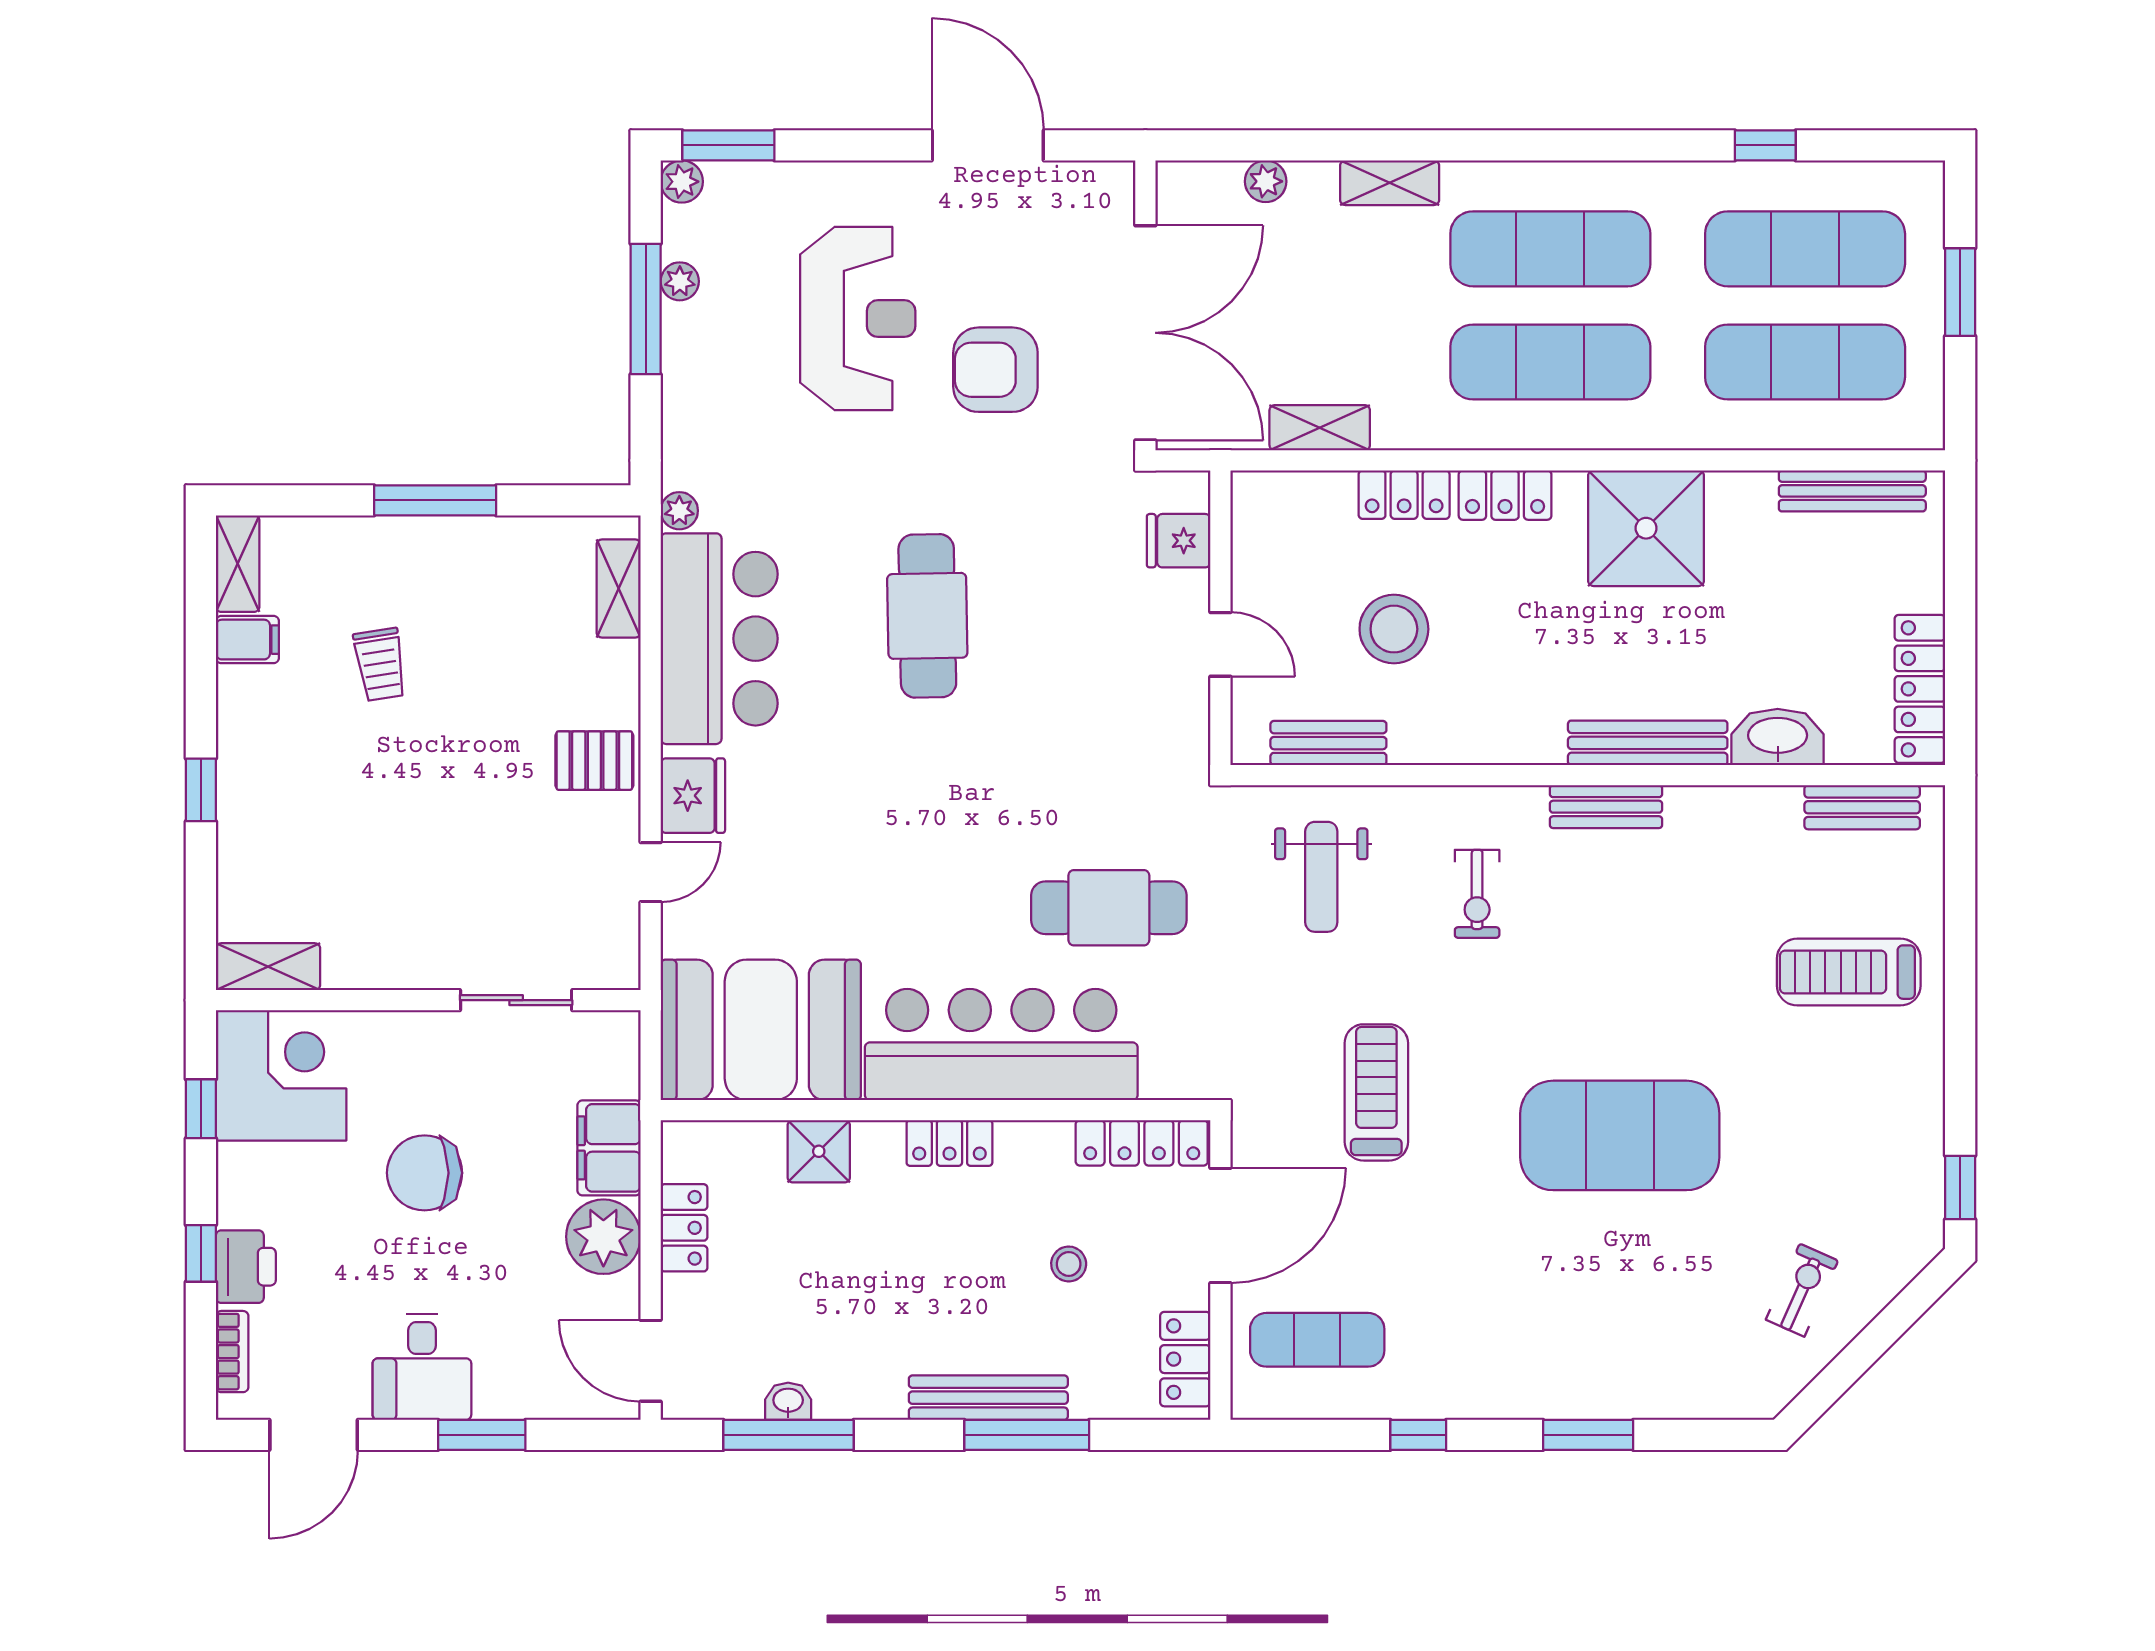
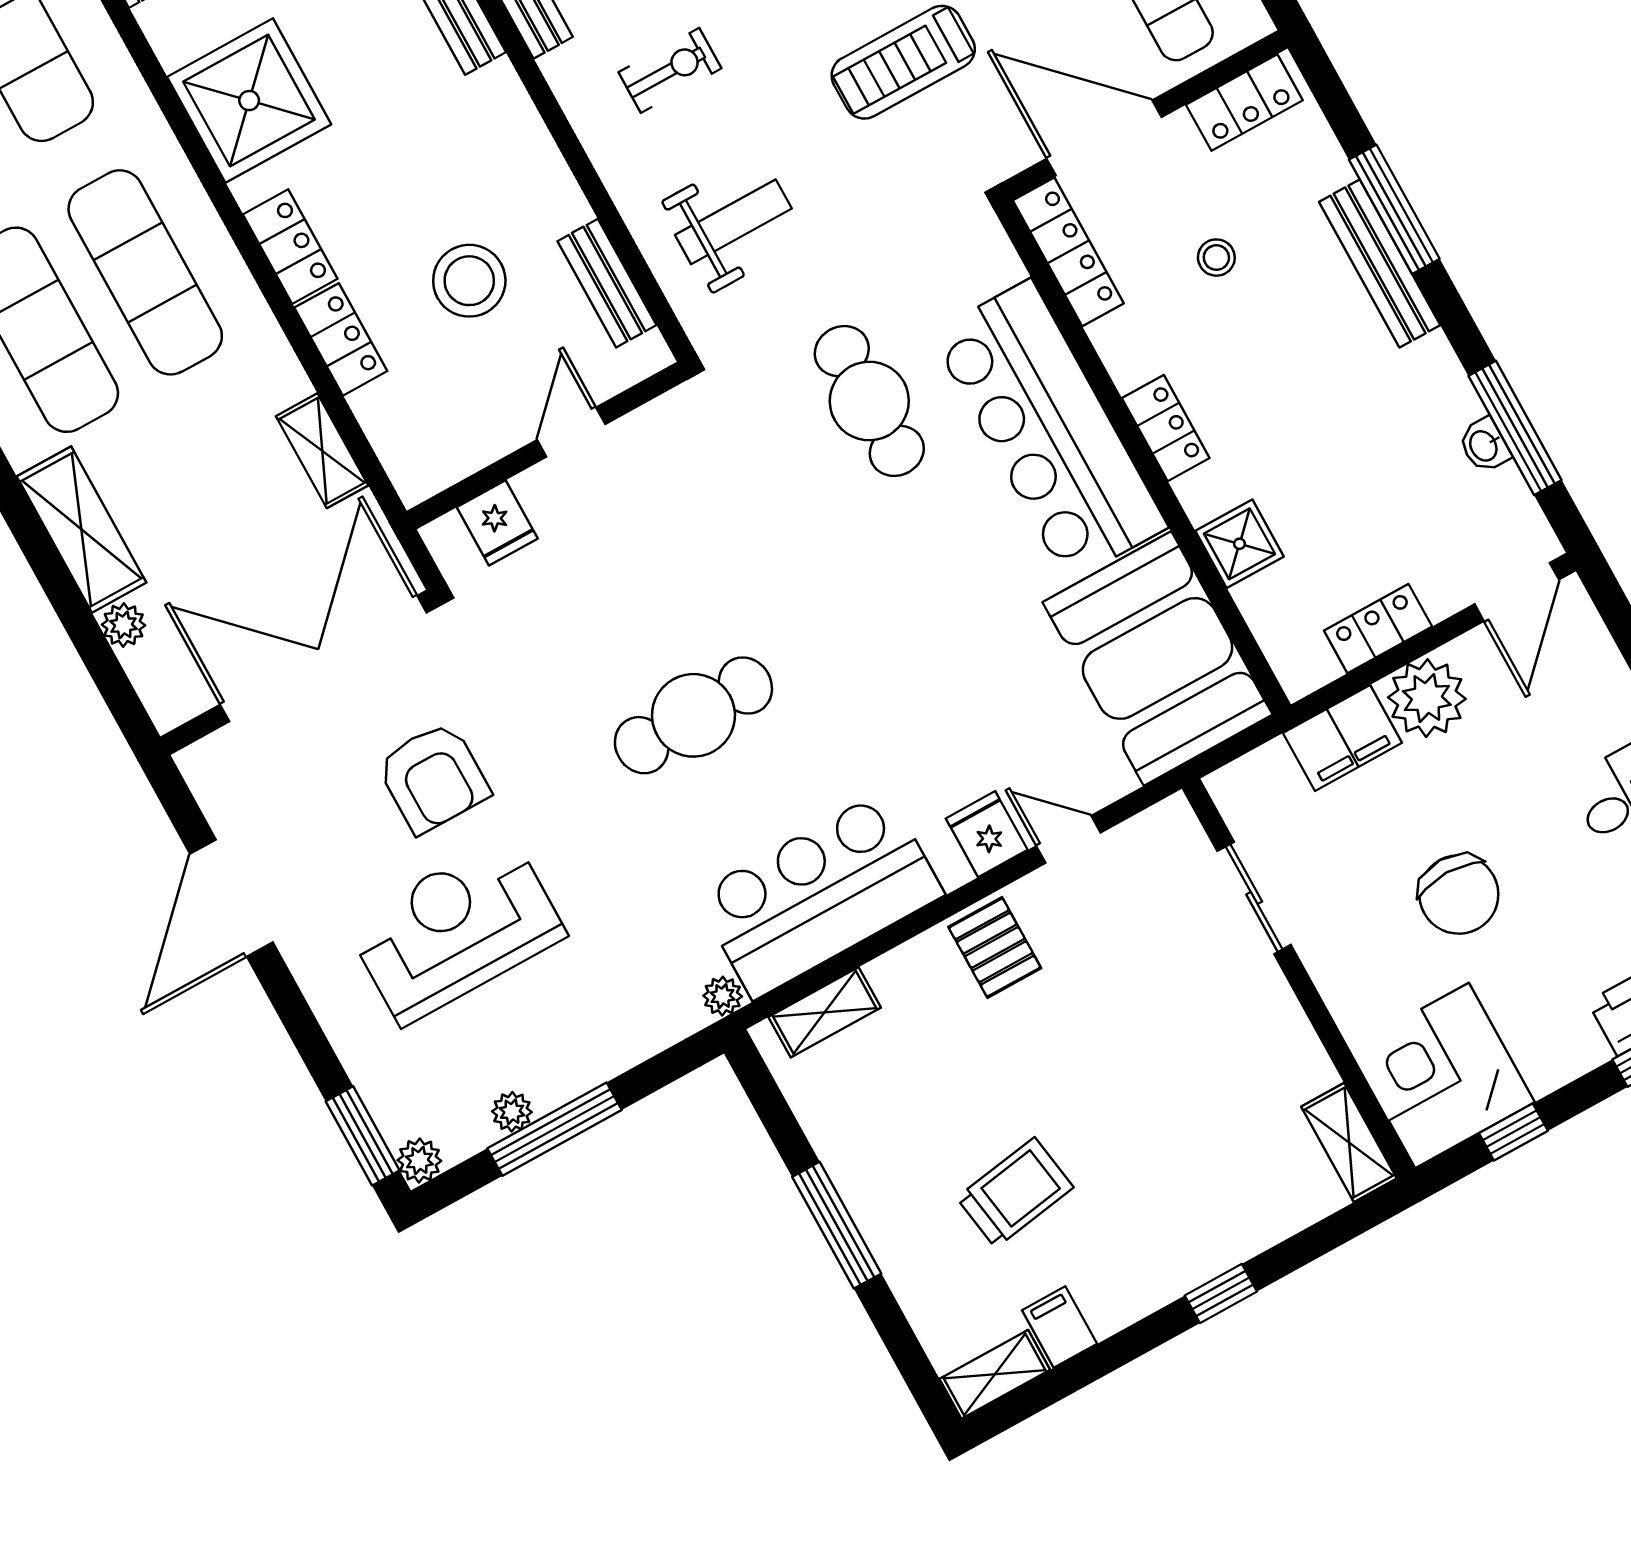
shelving: (1390, 183) -> (81, 530), width x1.50, depth x1.33
trolley: (380, 664) -> (1015, 1193), width x1.36, depth x1.39
fridge: (693, 796) -> (987, 834), width x0.72

